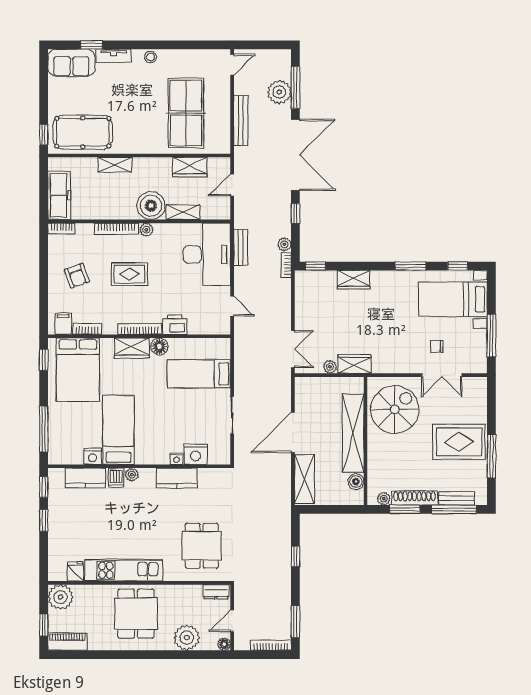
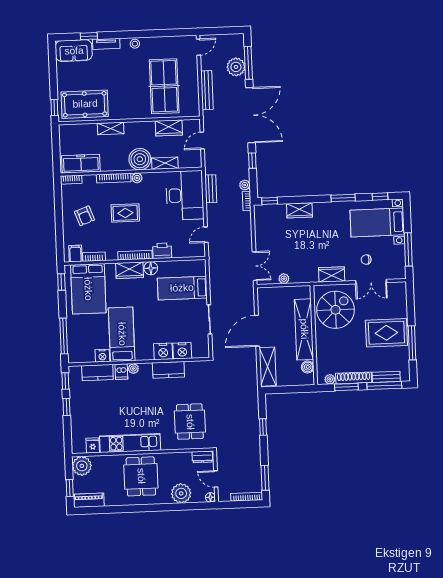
freezer: (59, 195) -> (81, 164), moved, turned -90
door: (232, 306) -> (206, 235), swing flipped
wardrobe: (354, 364) -> (332, 274), moved
nightstand: (176, 459) -> (163, 351), width x1.89, depth x1.79
door: (232, 621) -> (216, 479), hinge flipped

